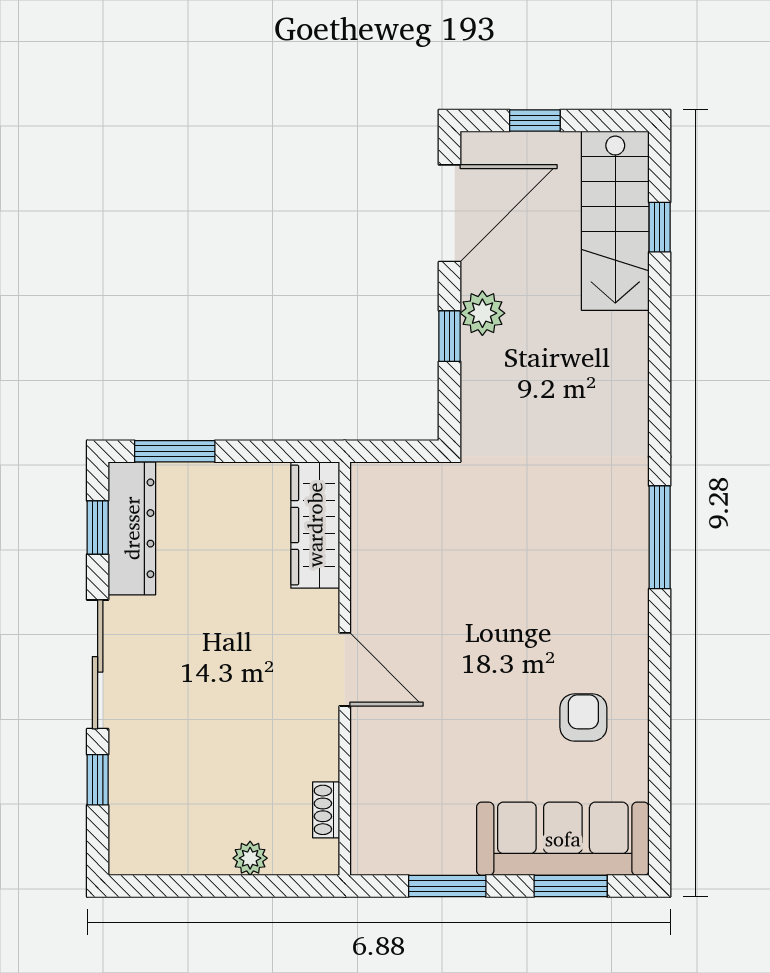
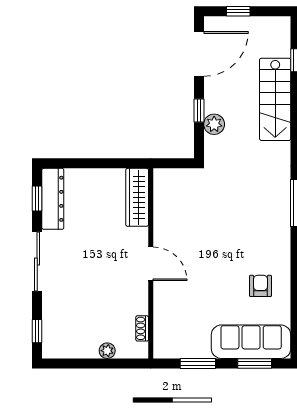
stairs: (615, 221) -> (275, 99), moved
plant: (482, 313) -> (214, 124), moved
window: (175, 451) -> (72, 163), removed
window: (98, 780) -> (37, 331), moved

